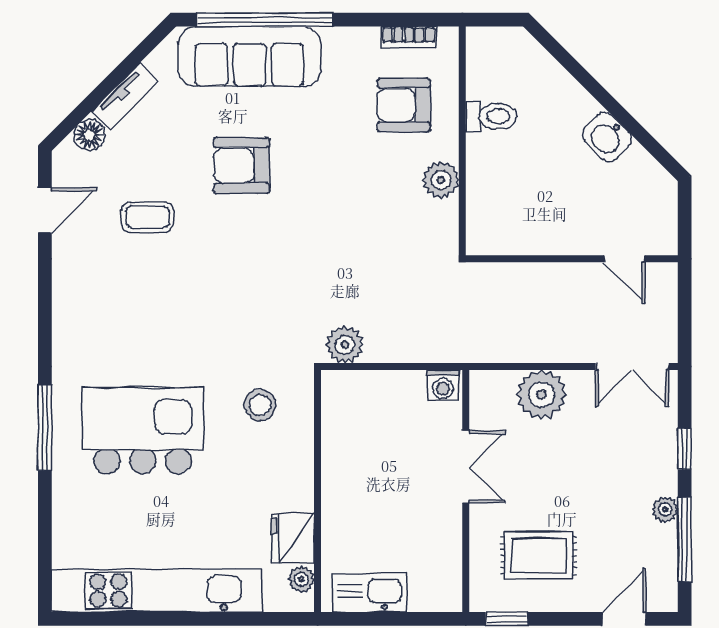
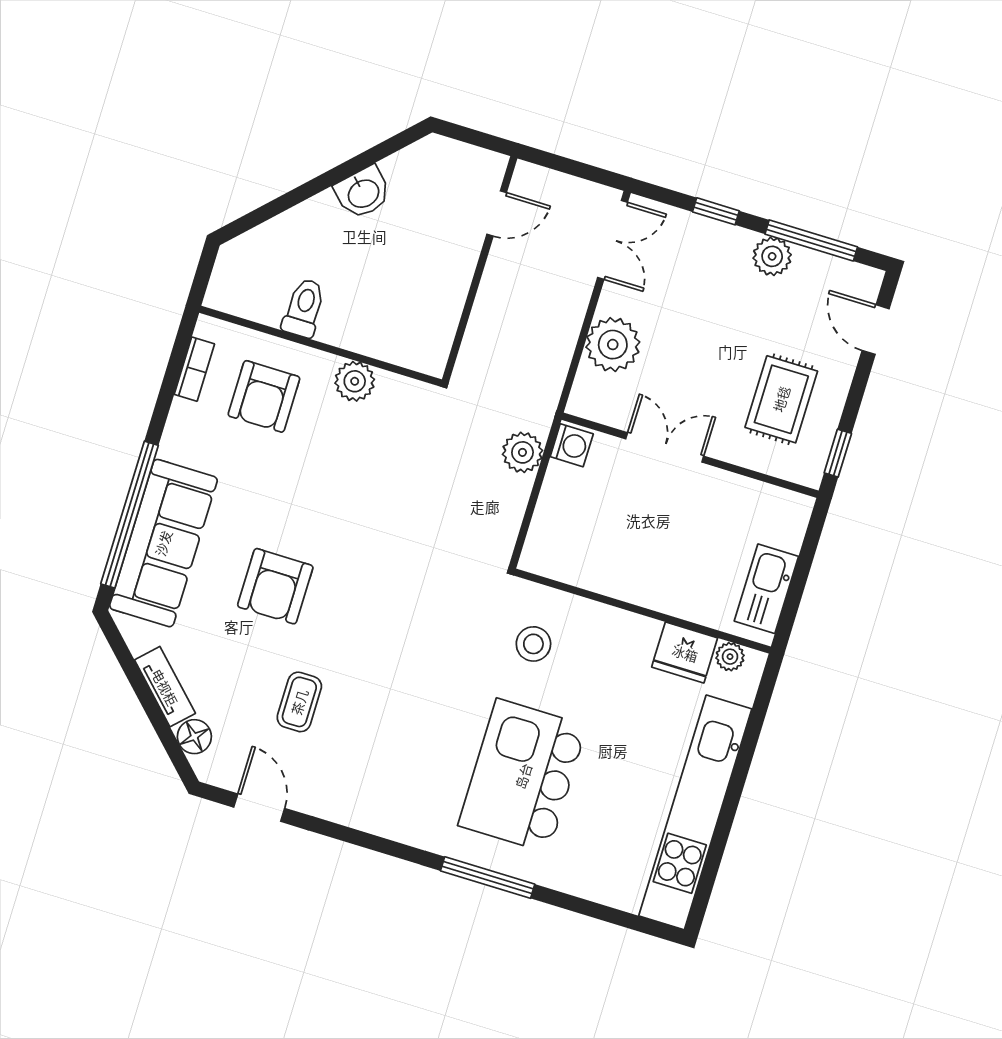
plant: (345, 345) -> (522, 452), moved
plant: (665, 510) -> (772, 256), width x1.38, depth x1.38

